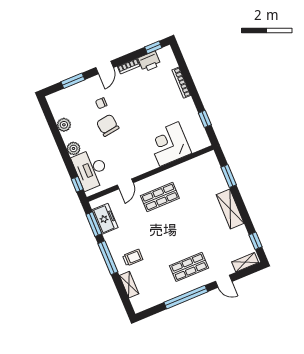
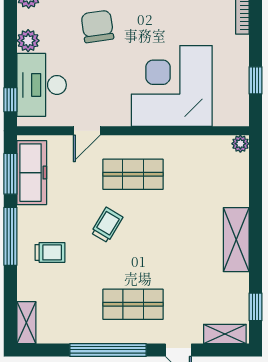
corner desk: (169, 144) -> (172, 86), width x1.36, depth x1.36
plant: (211, 156) -> (240, 144), added
window: (229, 176) -> (256, 186), removed
freezer: (105, 219) -> (32, 173), width x1.40
trolley: (157, 230) -> (107, 225), added
shelving: (129, 285) -> (26, 323), moved

